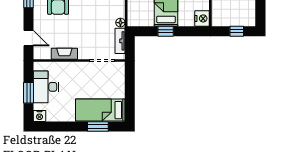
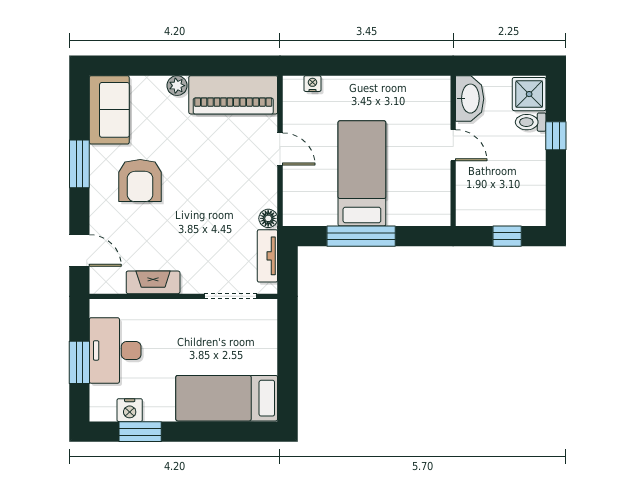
nightstand: (202, 18) -> (436, 210), removed
window: (166, 31) -> (361, 236), width x2.17
nightstand: (40, 116) -> (130, 410), moved
window: (98, 126) -> (140, 432), moved

